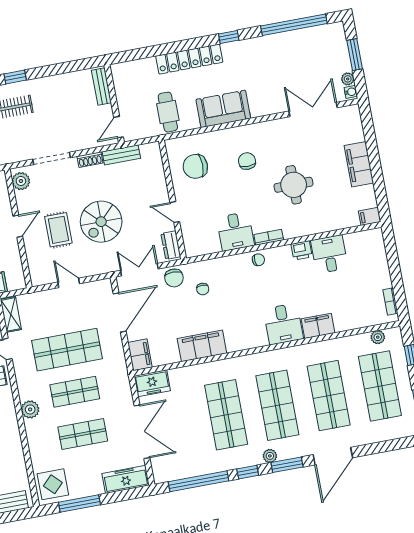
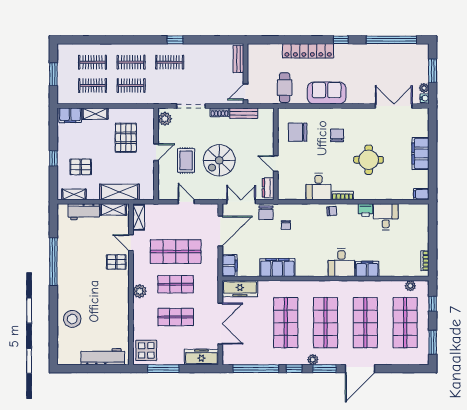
freezer: (152, 383) -> (240, 289), width x1.40

